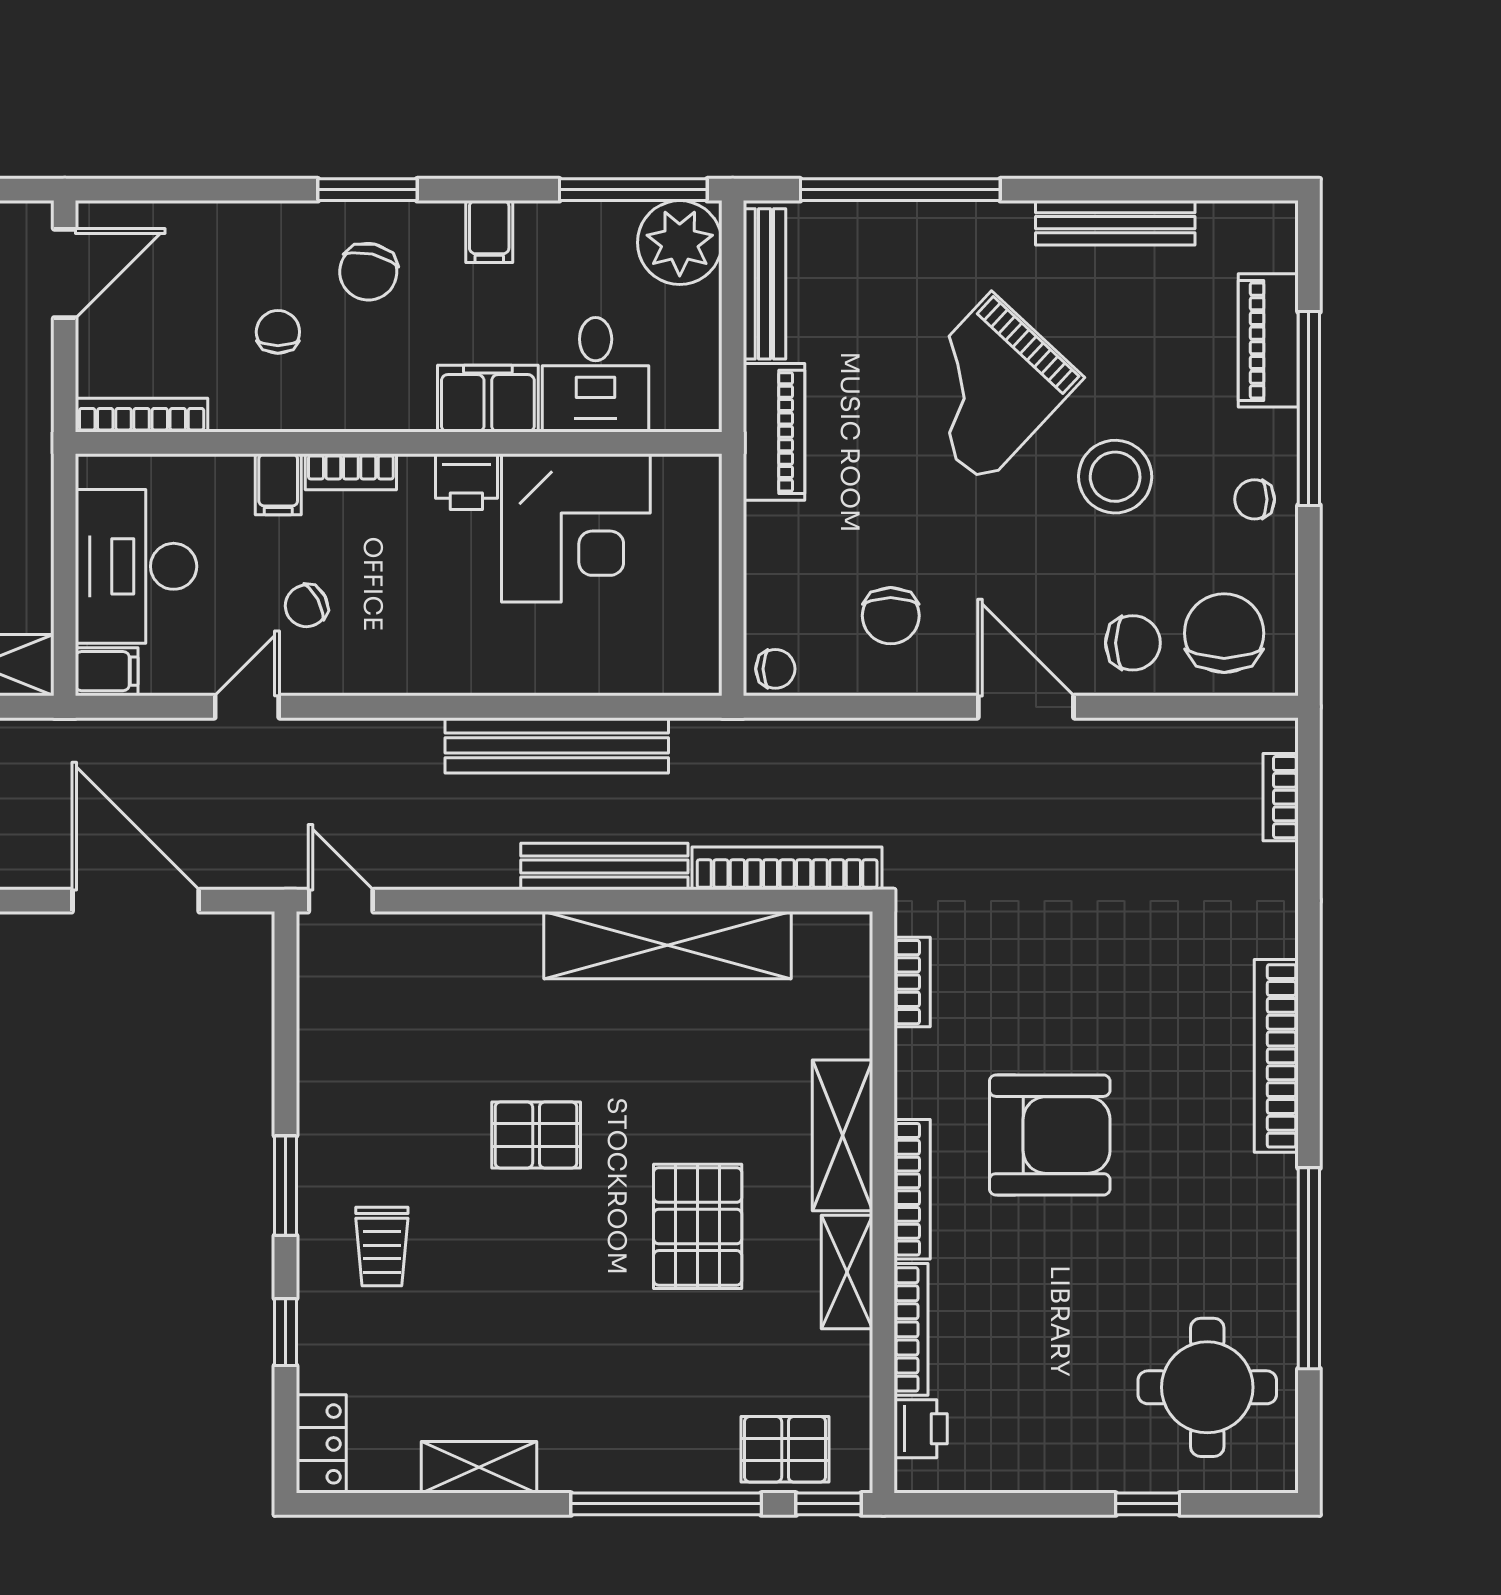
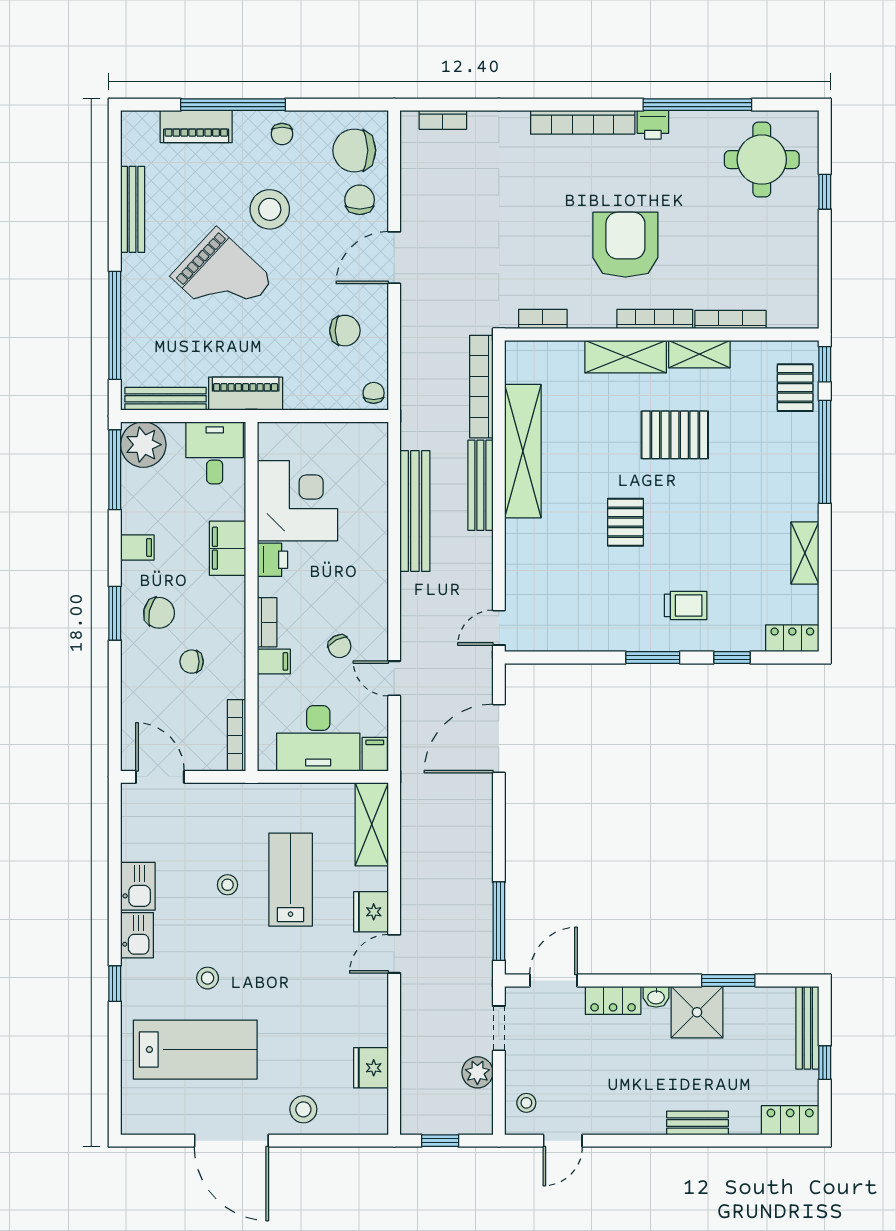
desk: (596, 375) -> (215, 453), moved, turned -90
printer: (921, 1429) -> (653, 125), moved, turned 180

